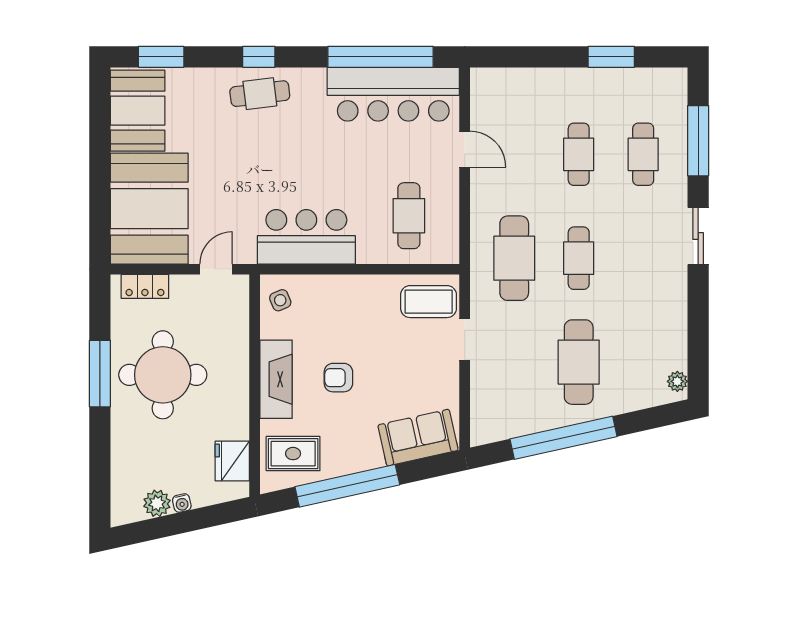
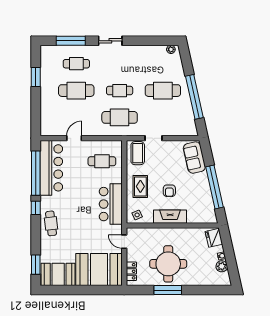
window: (259, 57) -> (36, 208), moved
cafe table: (579, 154) -> (76, 91), width x1.37, depth x1.35
rug: (293, 454) -> (140, 186), moved
fridge: (232, 461) -> (214, 238), moved, turned 77

